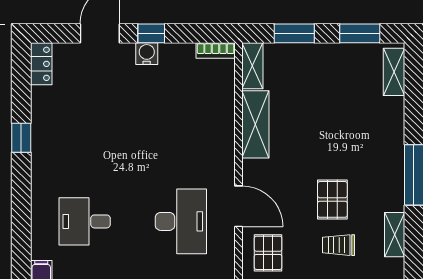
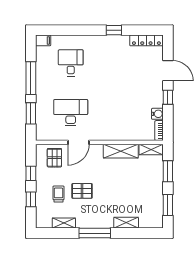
water cooler: (147, 54) -> (157, 114), moved
locker: (41, 64) -> (146, 40), width x1.53
shelving: (394, 72) -> (126, 223), moved
desk: (181, 221) -> (71, 113), turned 180
pallet: (268, 253) -> (54, 158), turned 90

